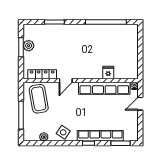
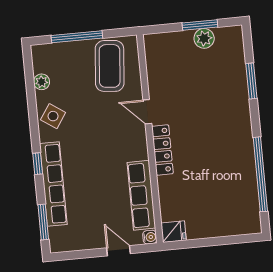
fridge: (108, 73) -> (173, 232), moved
locker: (42, 74) -> (162, 150), moved
row of seats: (104, 88) -> (141, 195), width x0.73
coffee table: (39, 99) -> (110, 66), turned -75

